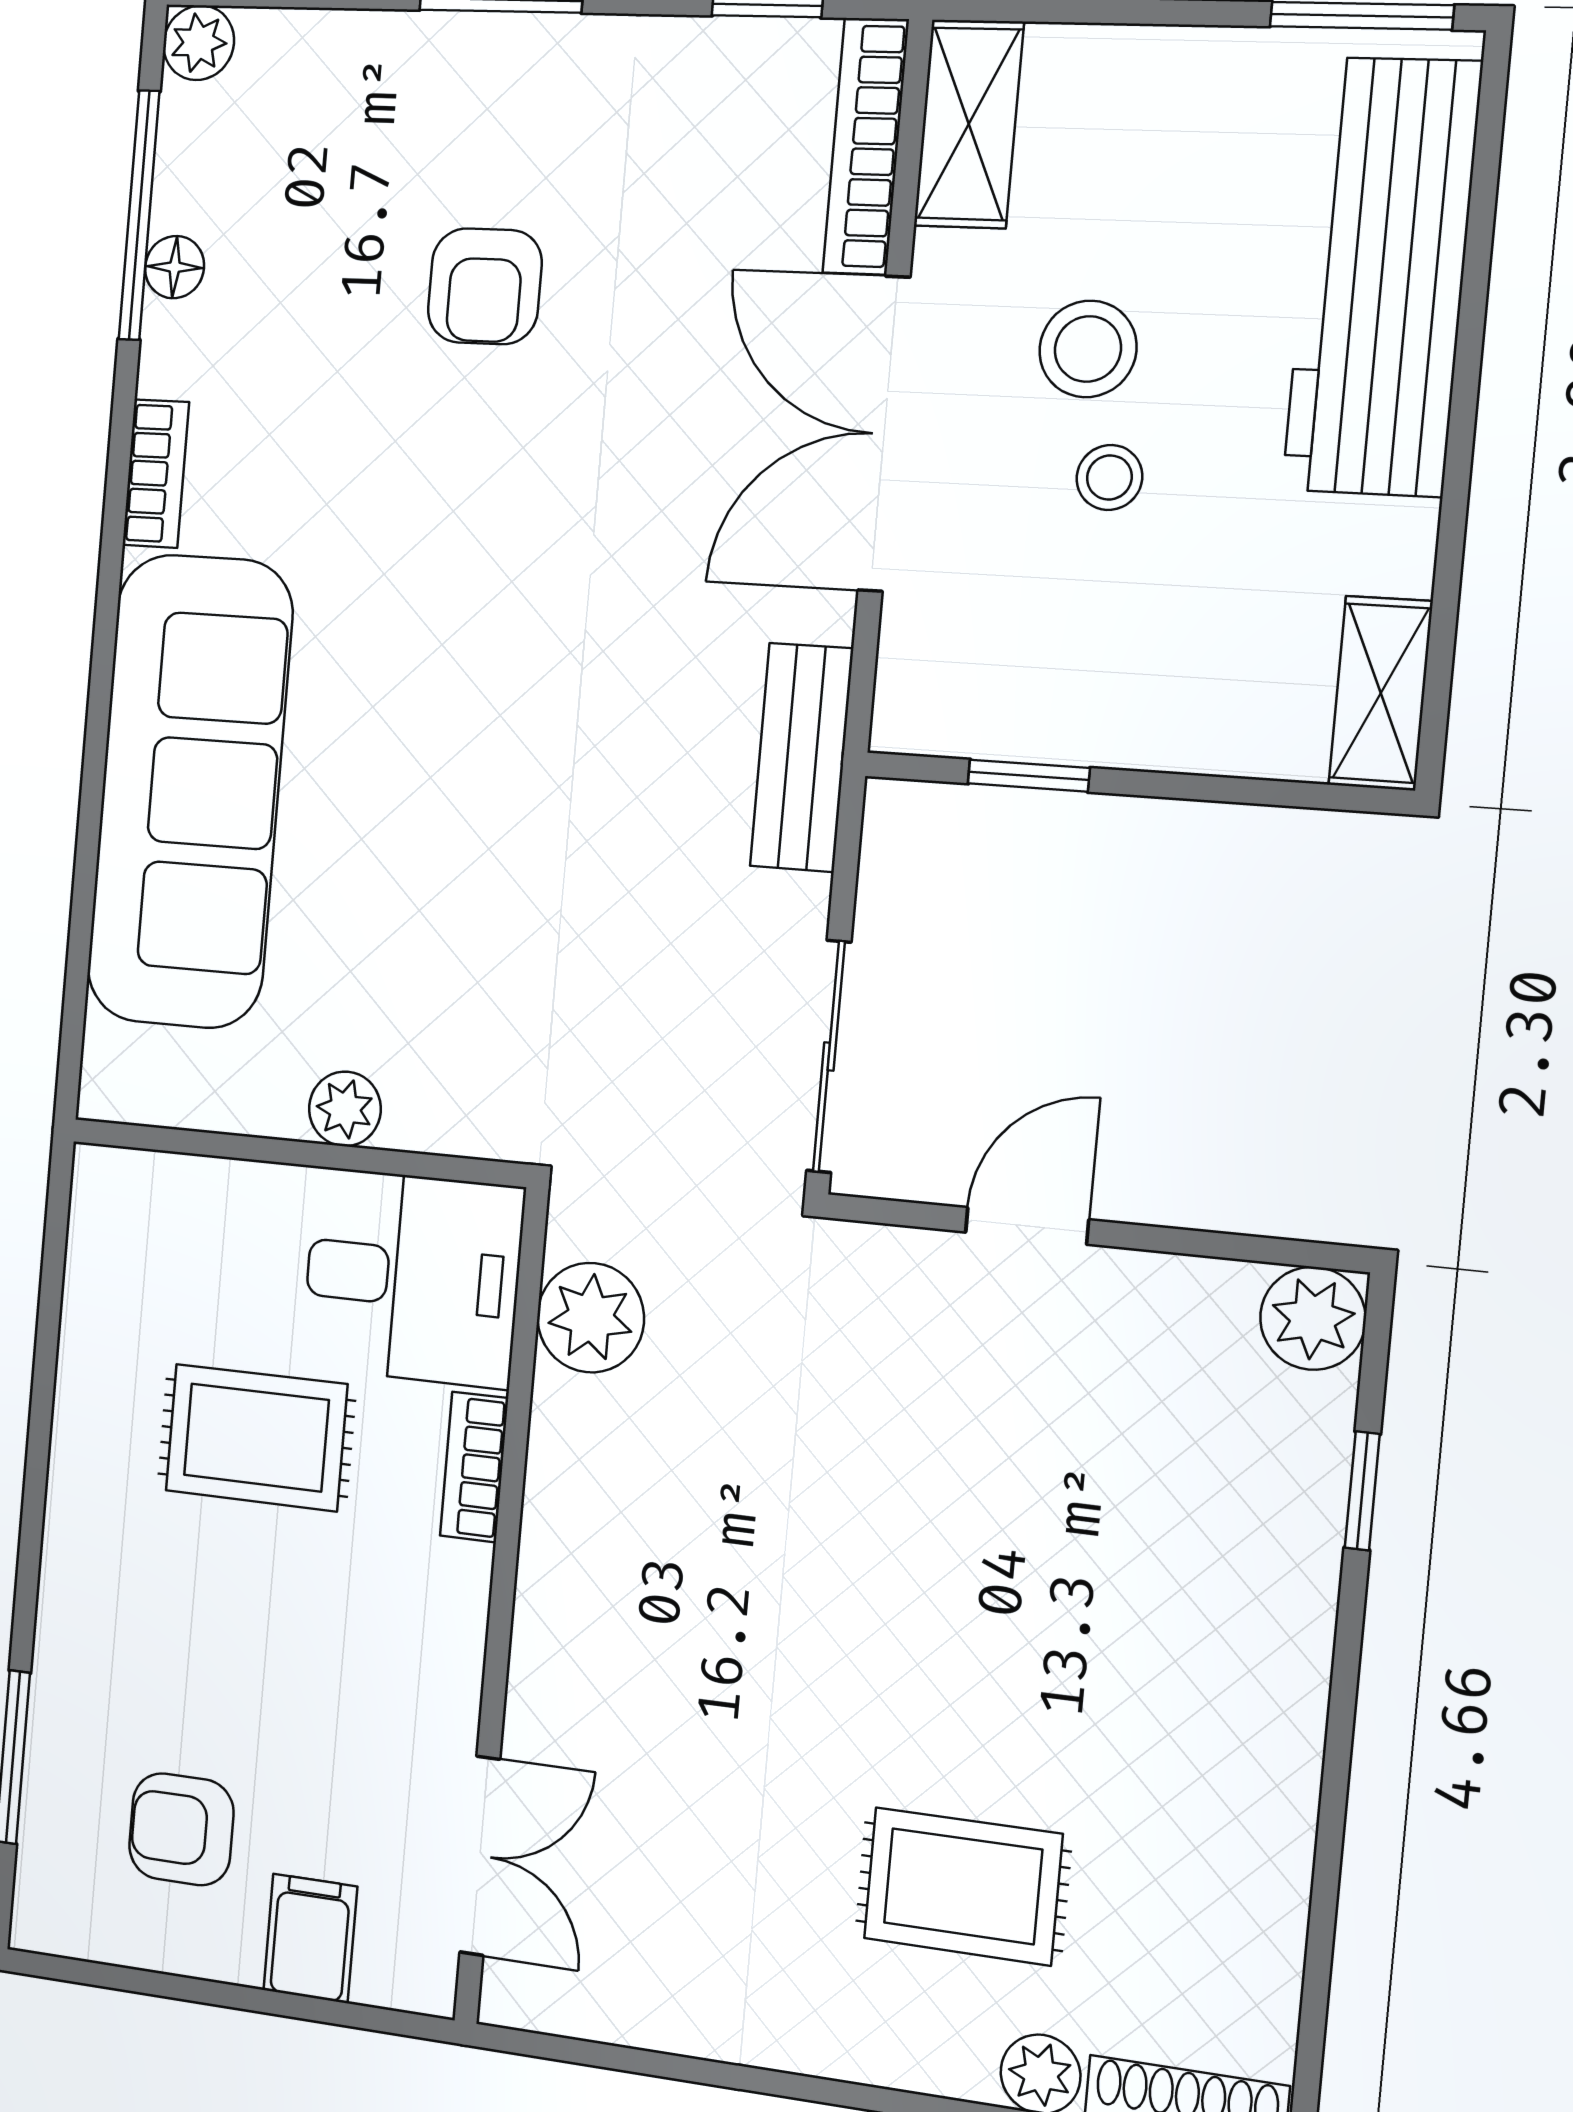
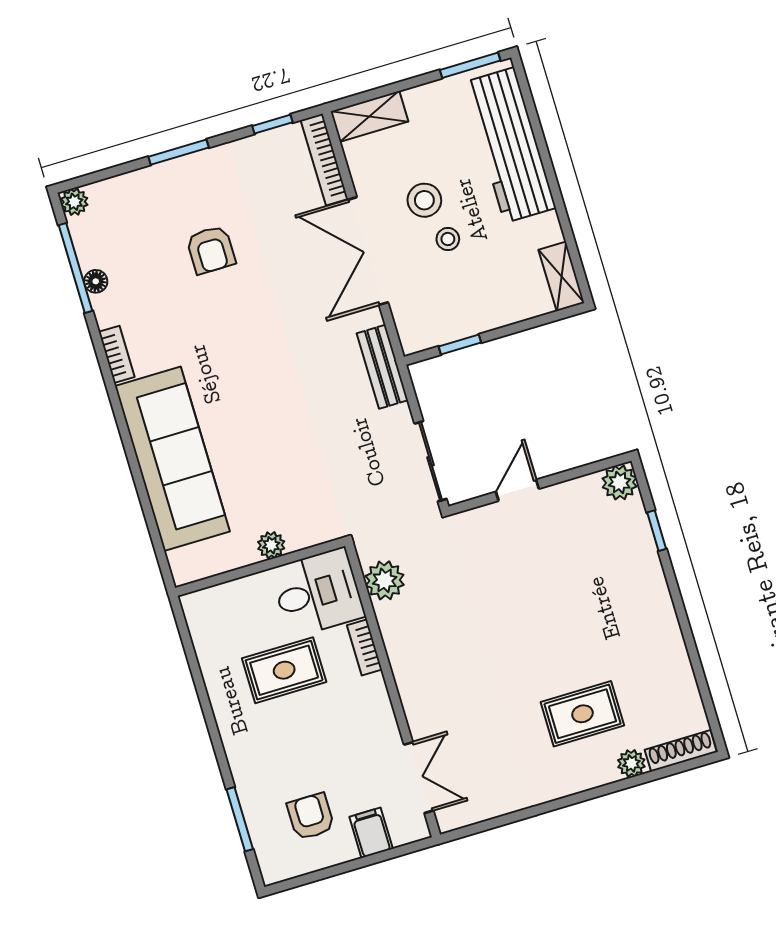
shelving: (969, 124) -> (369, 116), moved, turned 90
armchair: (181, 1829) -> (311, 816), turned 90

